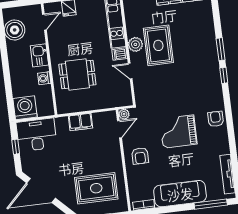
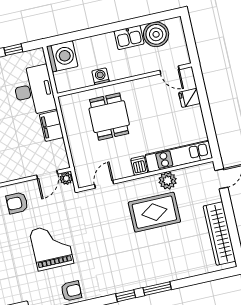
plant: (135, 44) -> (168, 181), moved
kitchen sink: (39, 55) -> (129, 38), moved, turned 180
door: (130, 71) -> (104, 184), moved
door: (119, 129) -> (47, 175), hinge flipped
desk: (37, 135) -> (34, 90), moved

